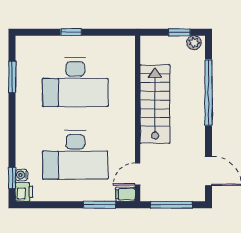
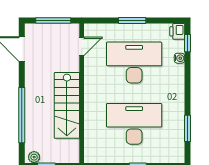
water cooler: (22, 175) -> (179, 58), moved
filing cabinet: (125, 194) -> (92, 29), removed
window: (99, 205) -> (132, 20), moved

